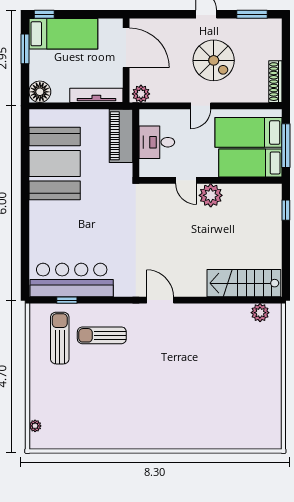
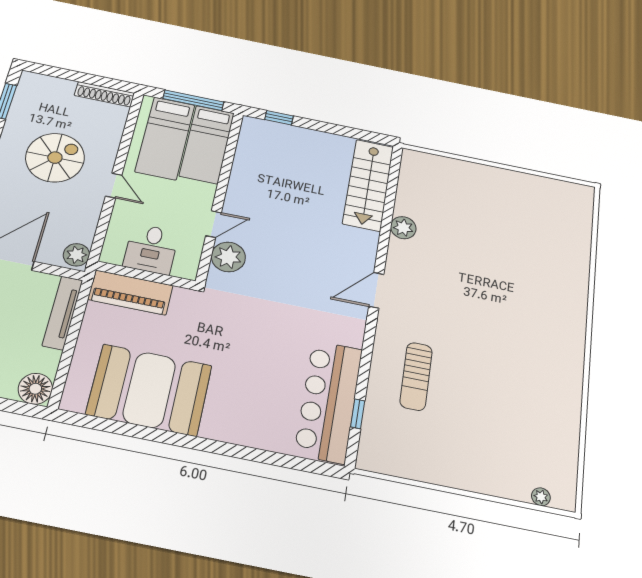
plant: (211, 195) -> (228, 257), moved
plant: (260, 313) -> (403, 228), moved
sun lounger: (60, 338) -> (413, 435), removed

